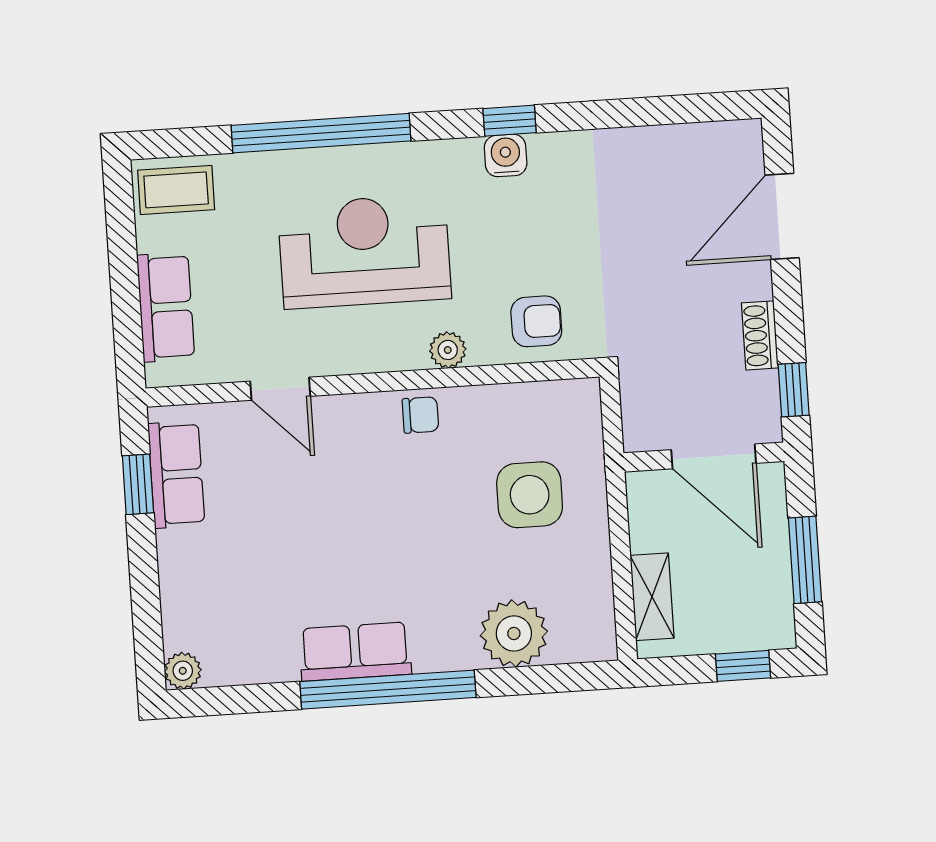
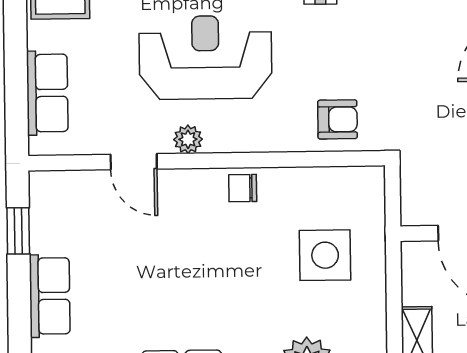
plant: (448, 350) -> (188, 139), moved
chair: (420, 415) -> (243, 188), turned 180
row of seats: (176, 474) -> (50, 296), moved

